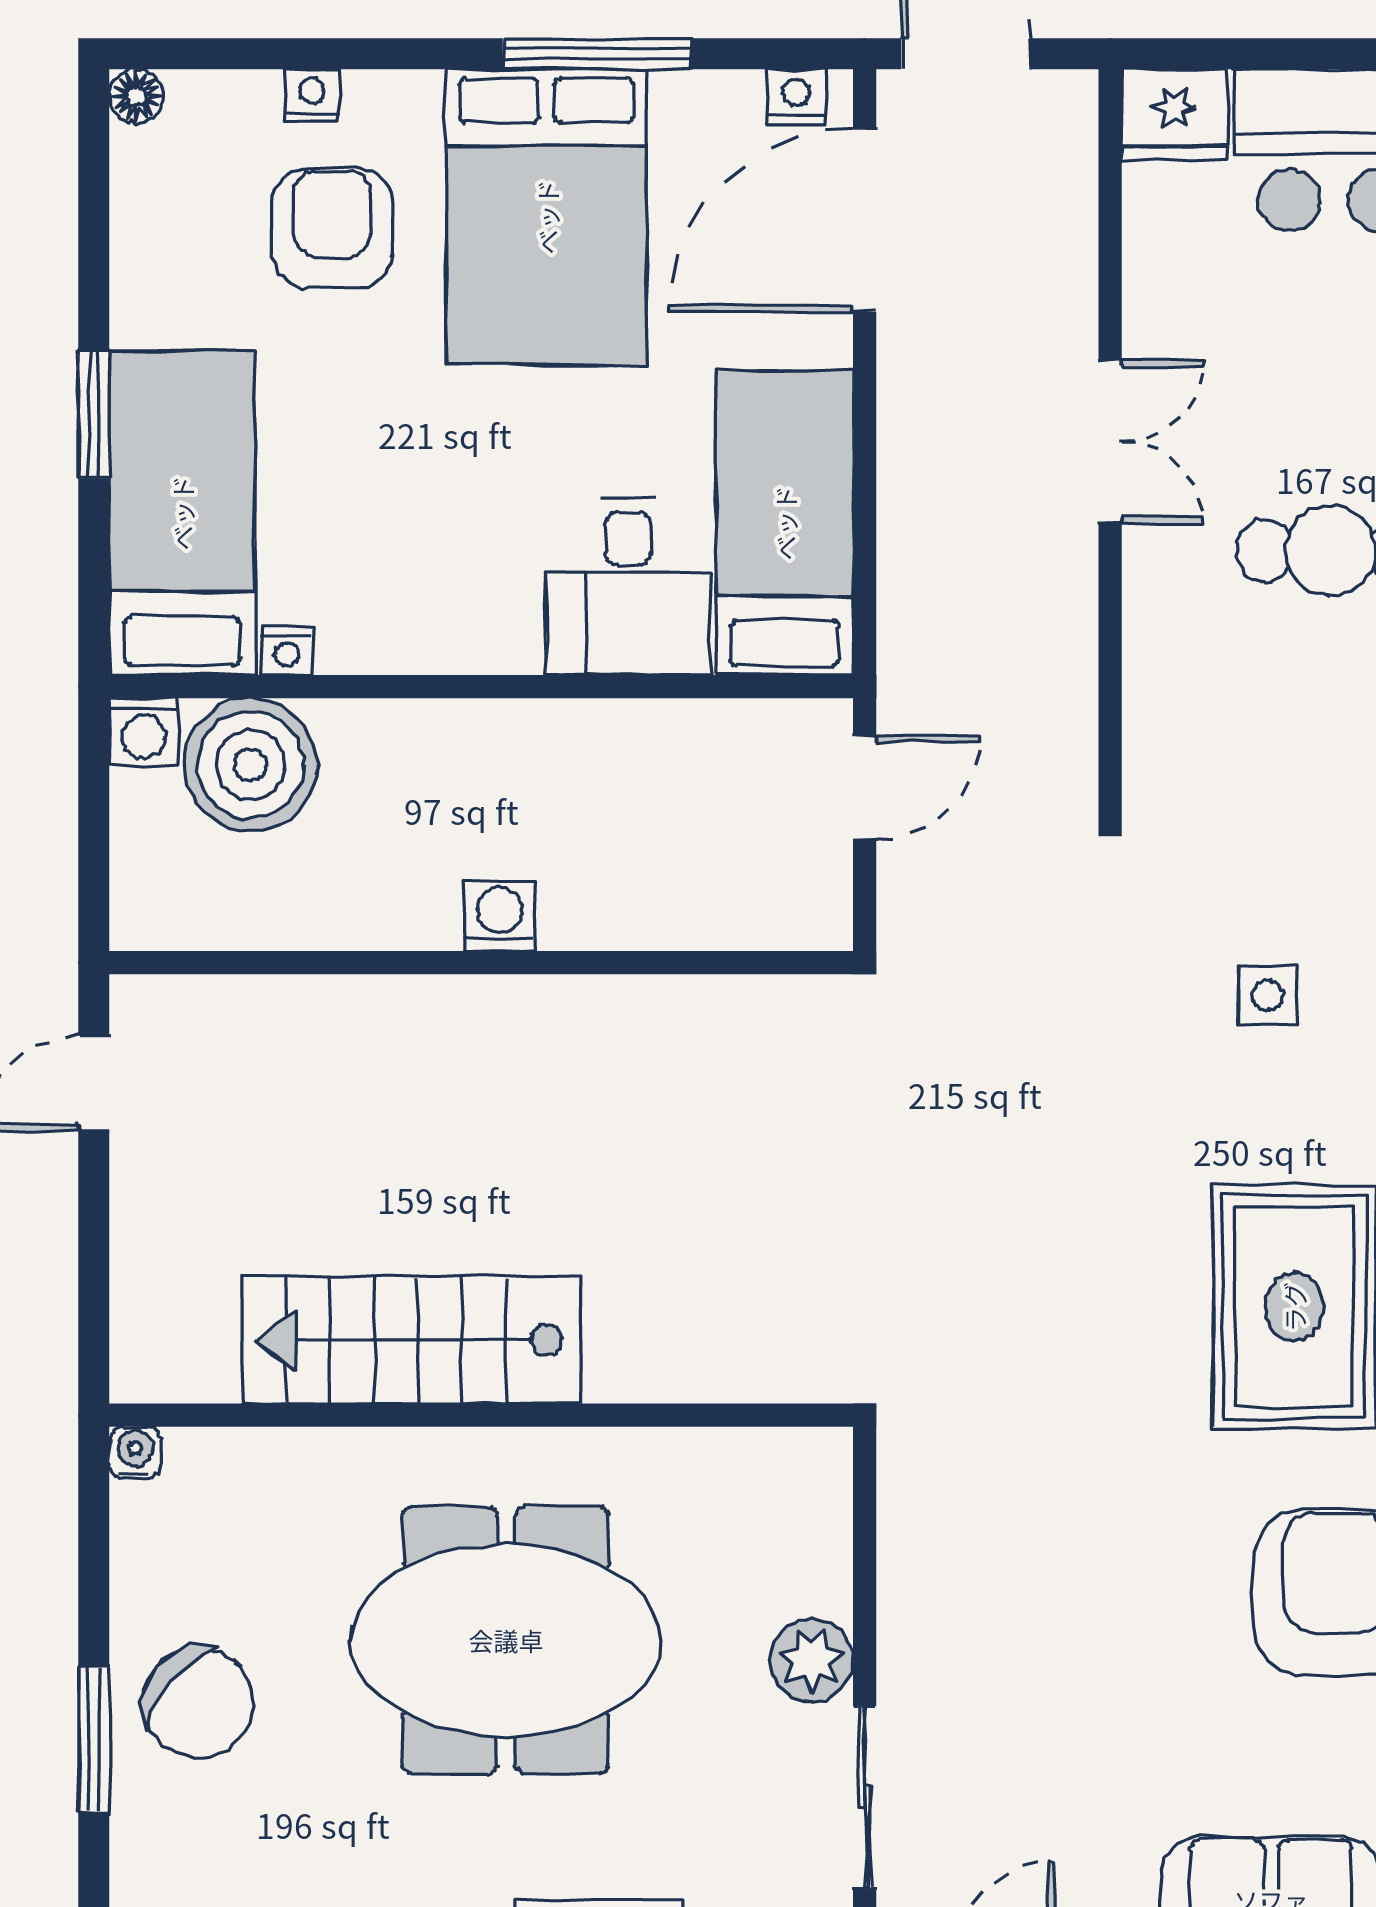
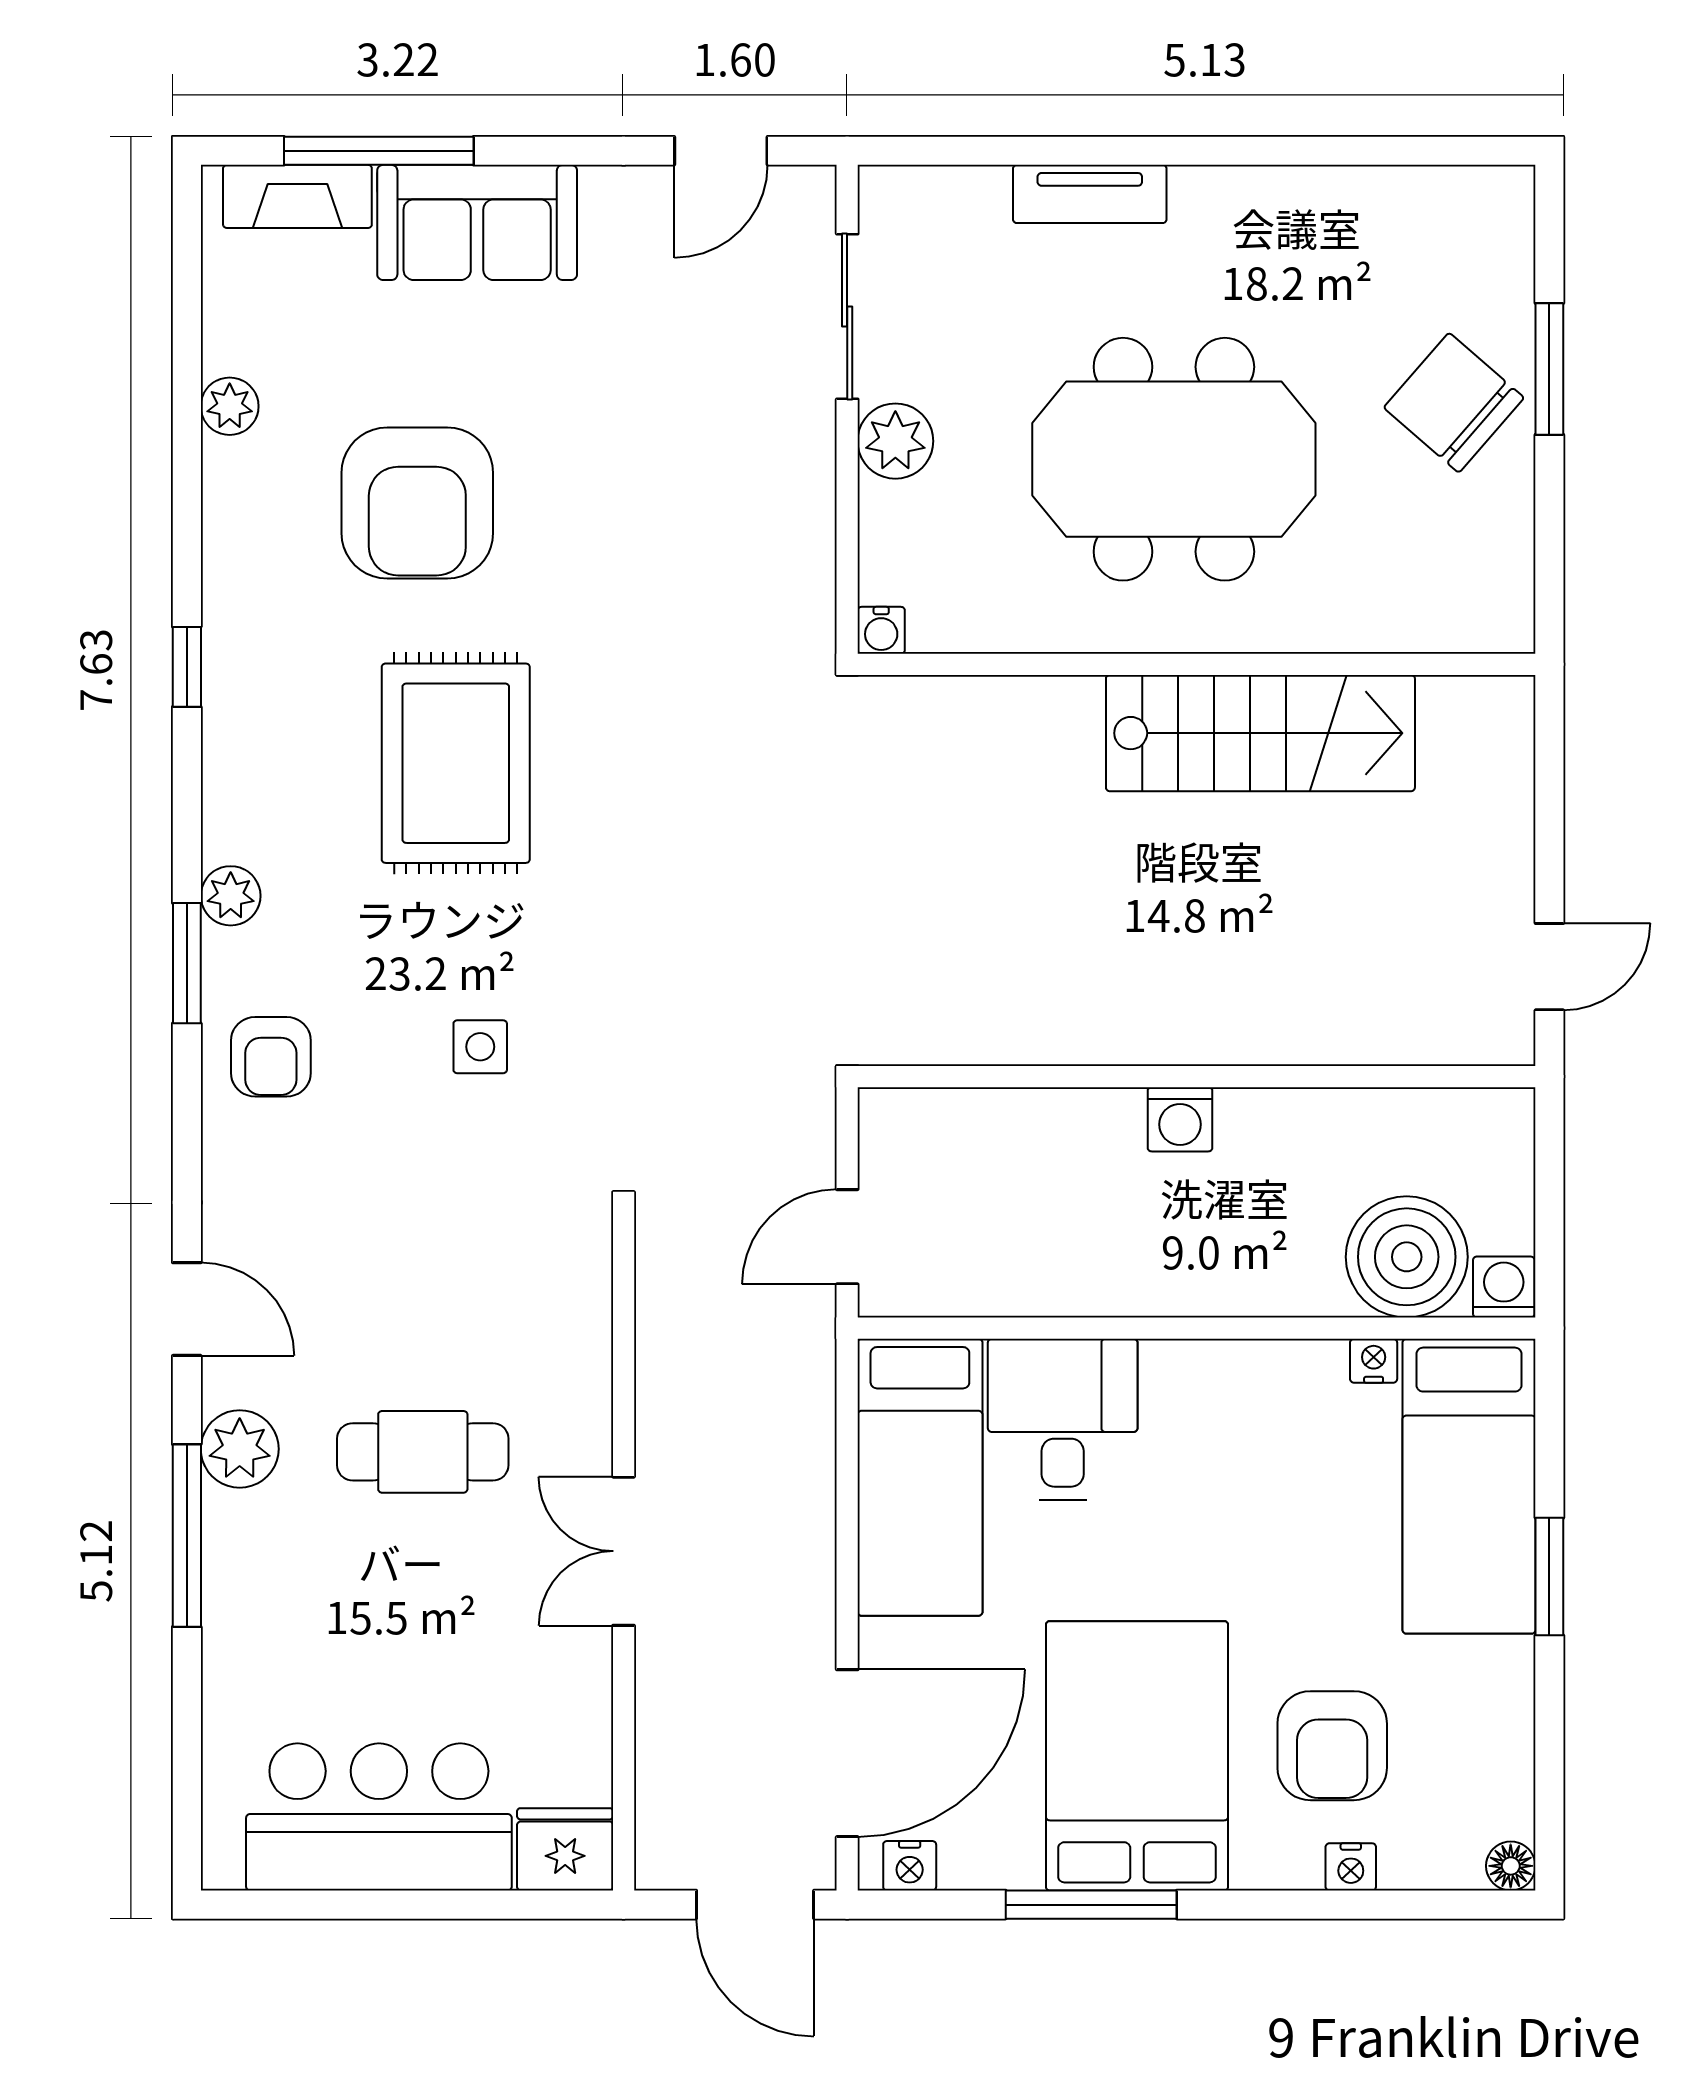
water cooler: (135, 1453) -> (881, 630), moved

